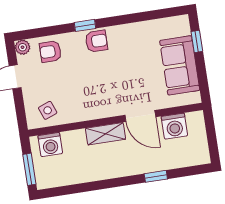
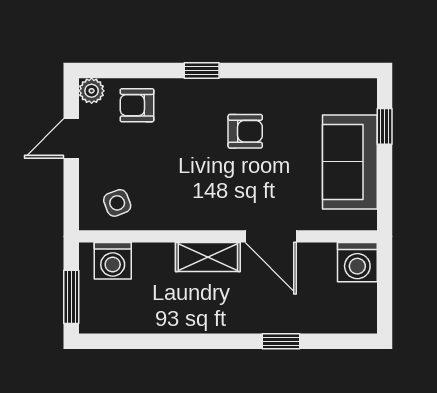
armchair: (96, 41) -> (245, 131), moved
washing machine: (174, 126) -> (357, 262), moved

